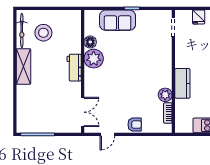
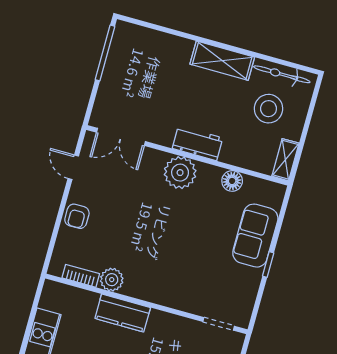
shelving: (70, 15) -> (285, 160), added
plant: (94, 59) -> (180, 173), moved

